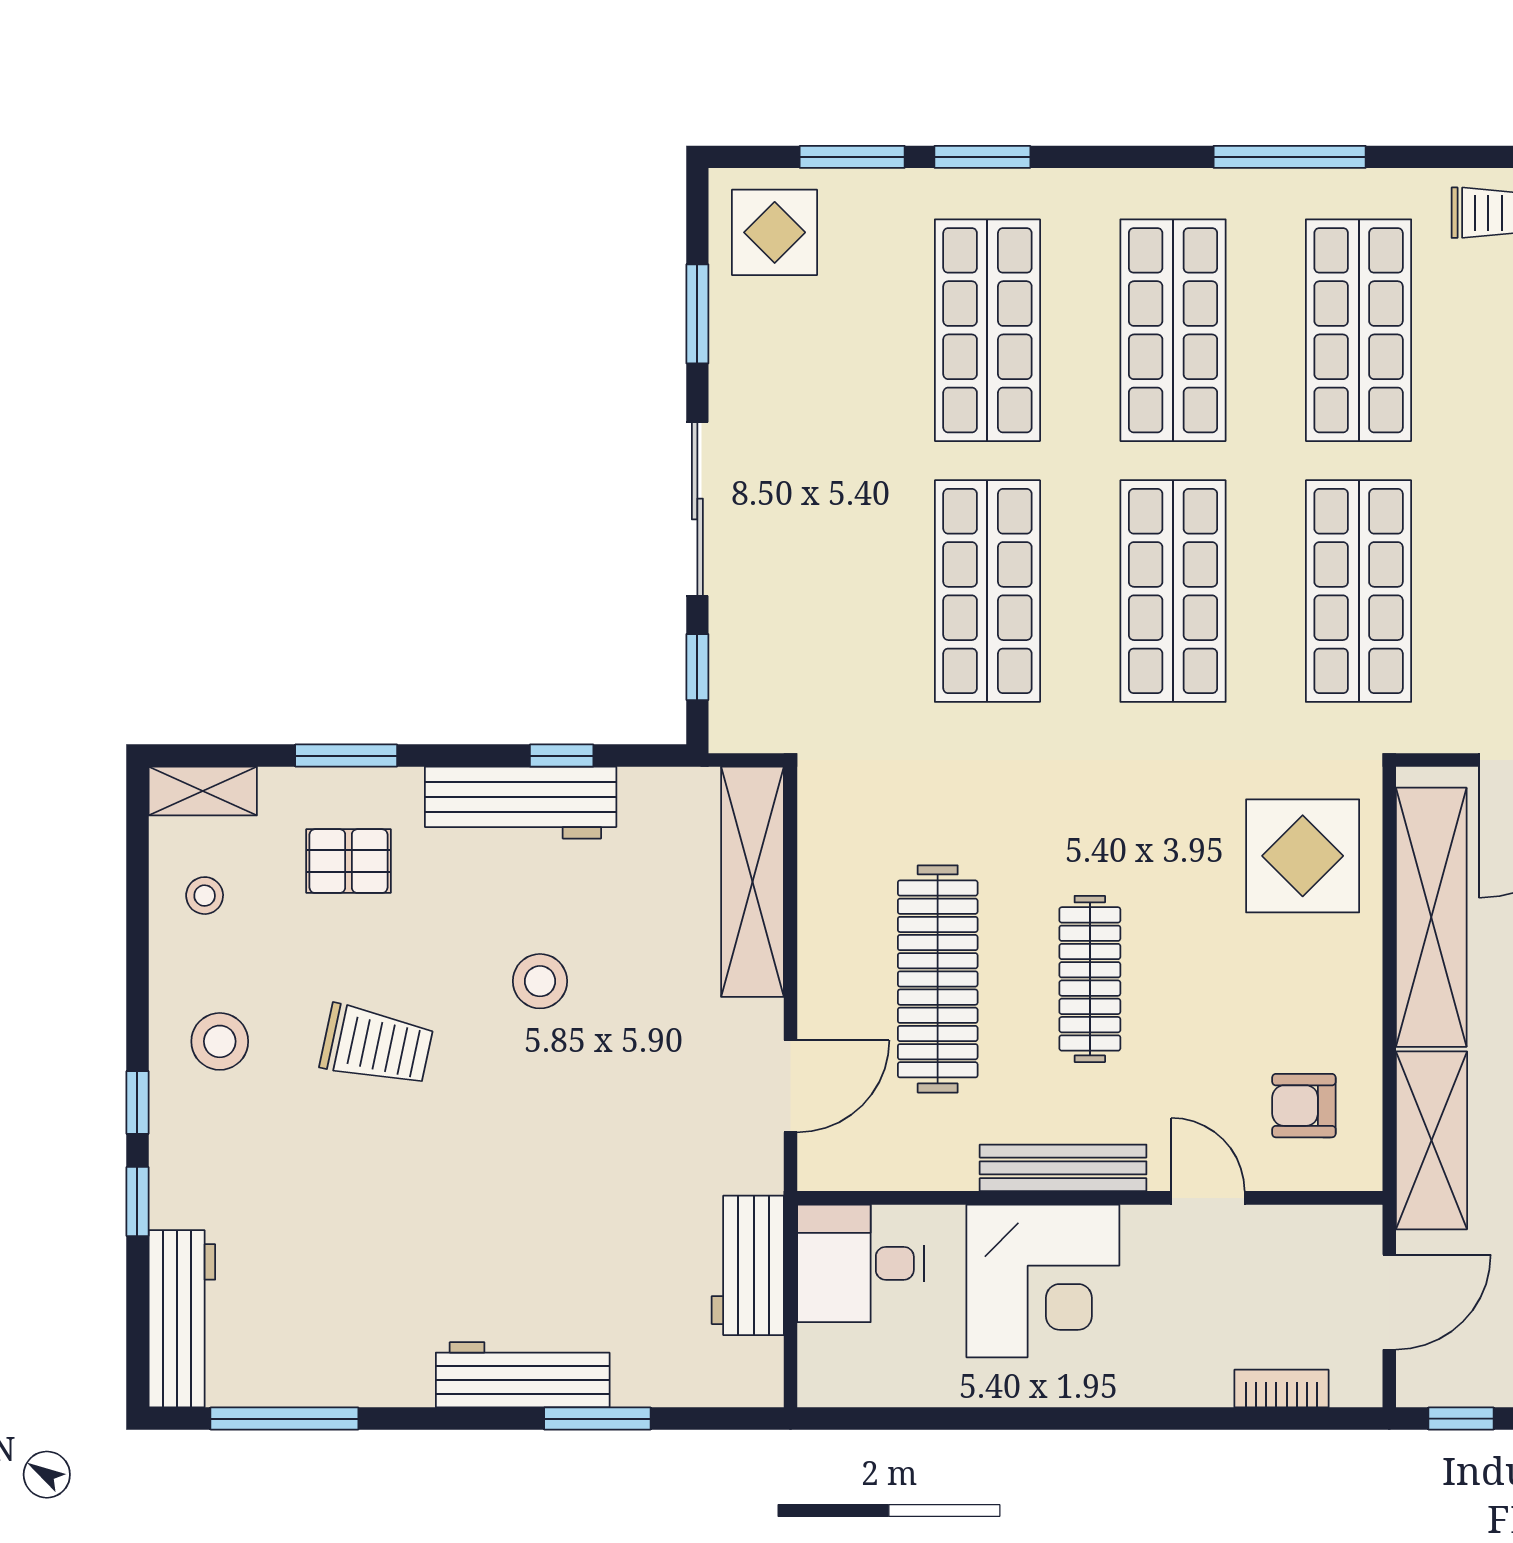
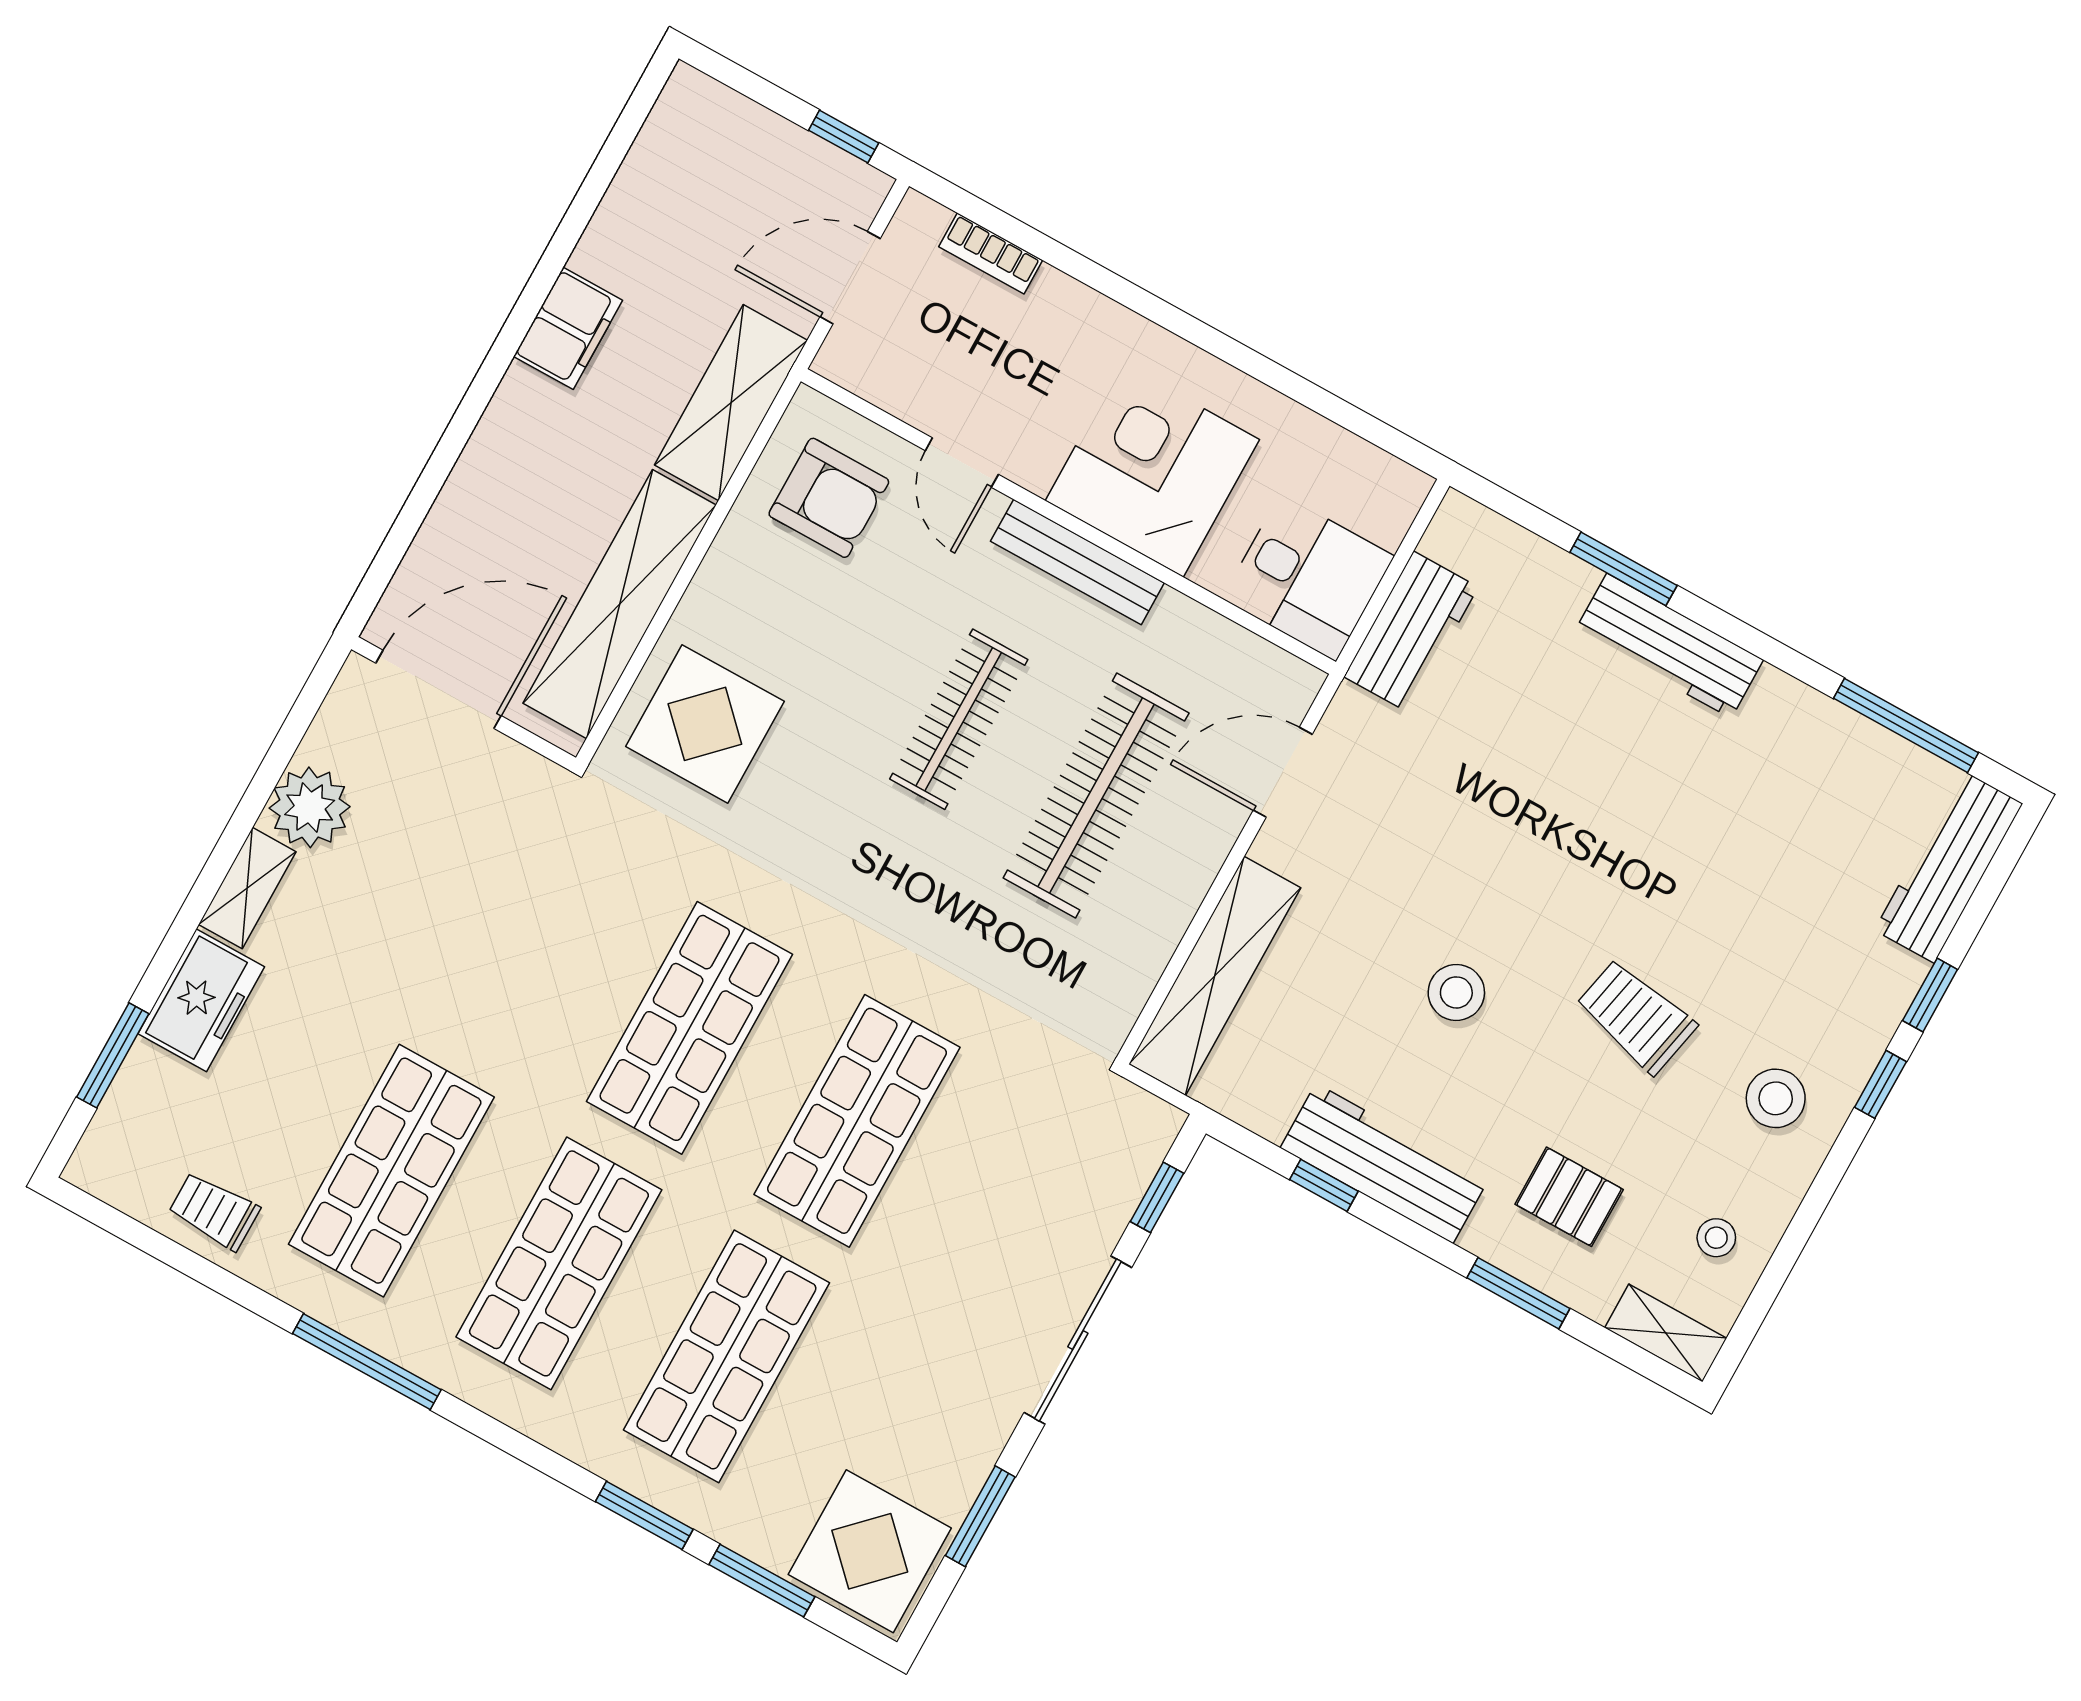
display table: (775, 232) -> (870, 1551), width x1.36, depth x1.36
shop shelf: (1359, 591) -> (522, 935), removed
armchair: (1304, 1106) -> (829, 498), width x1.38, depth x1.38

